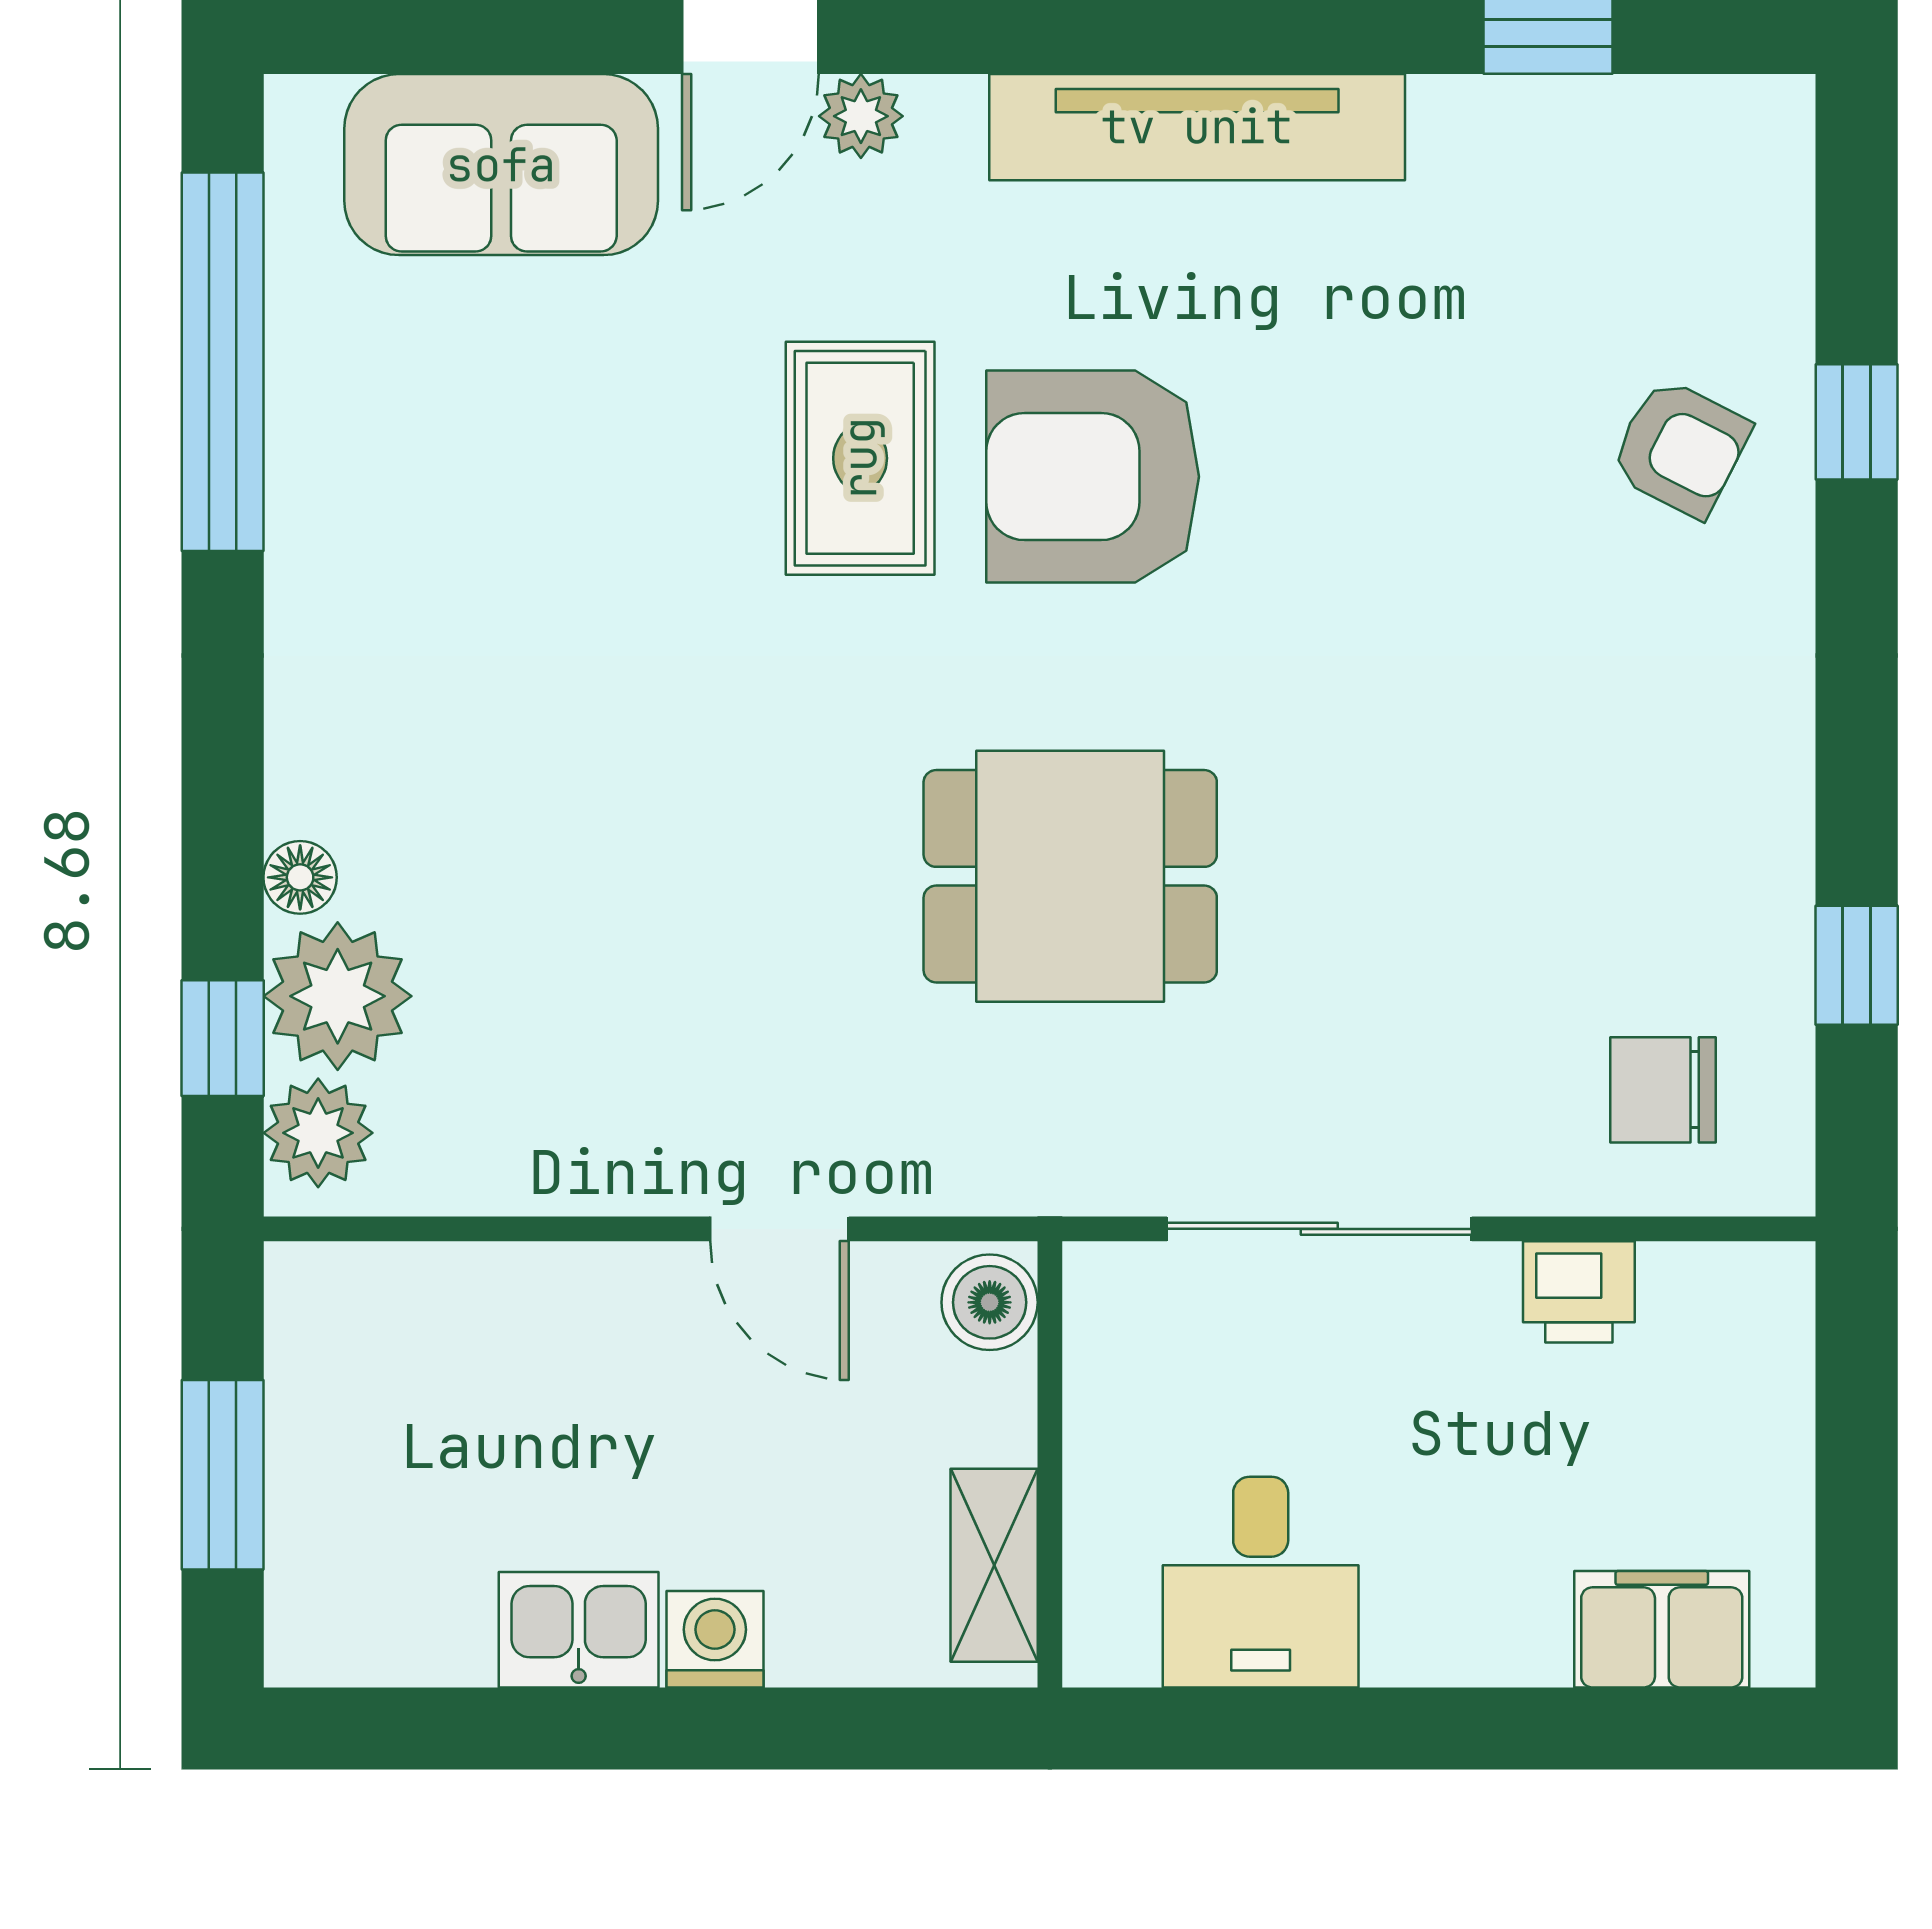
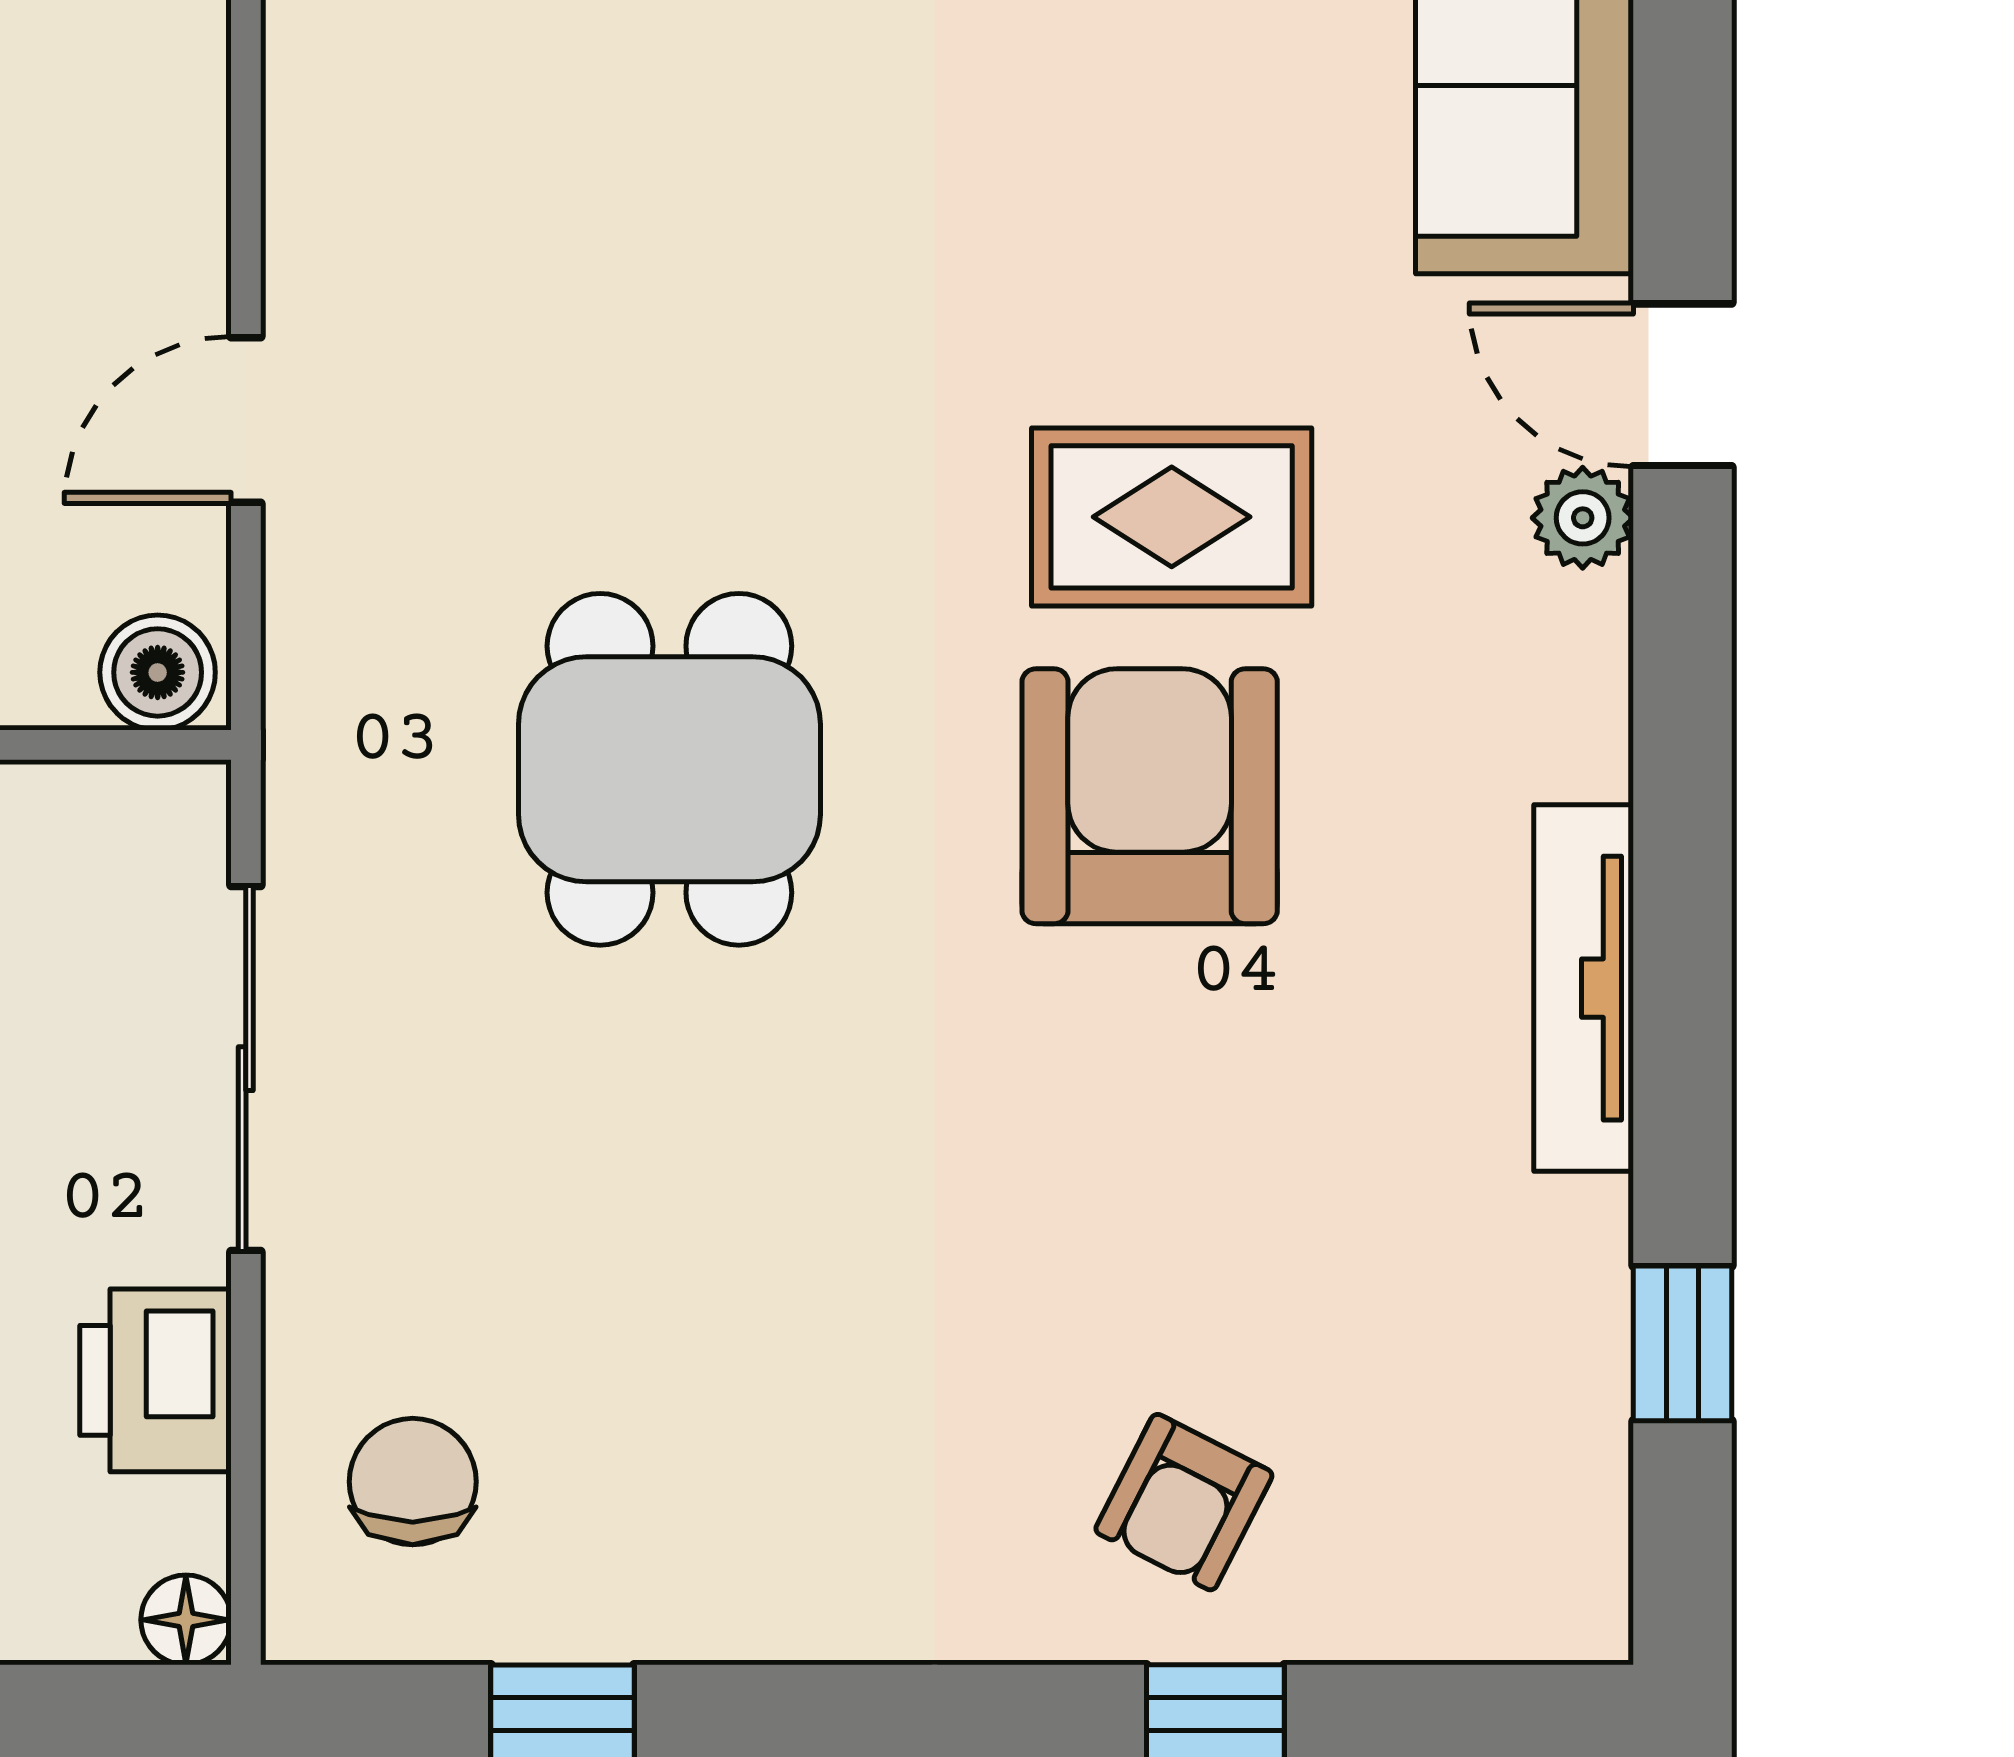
tv unit: (1197, 127) -> (1584, 988), width x0.73, depth x0.78
floor lamp: (1778, 1279) -> (186, 1620), added
printer: (1579, 1292) -> (155, 1380), width x1.36, depth x1.24

